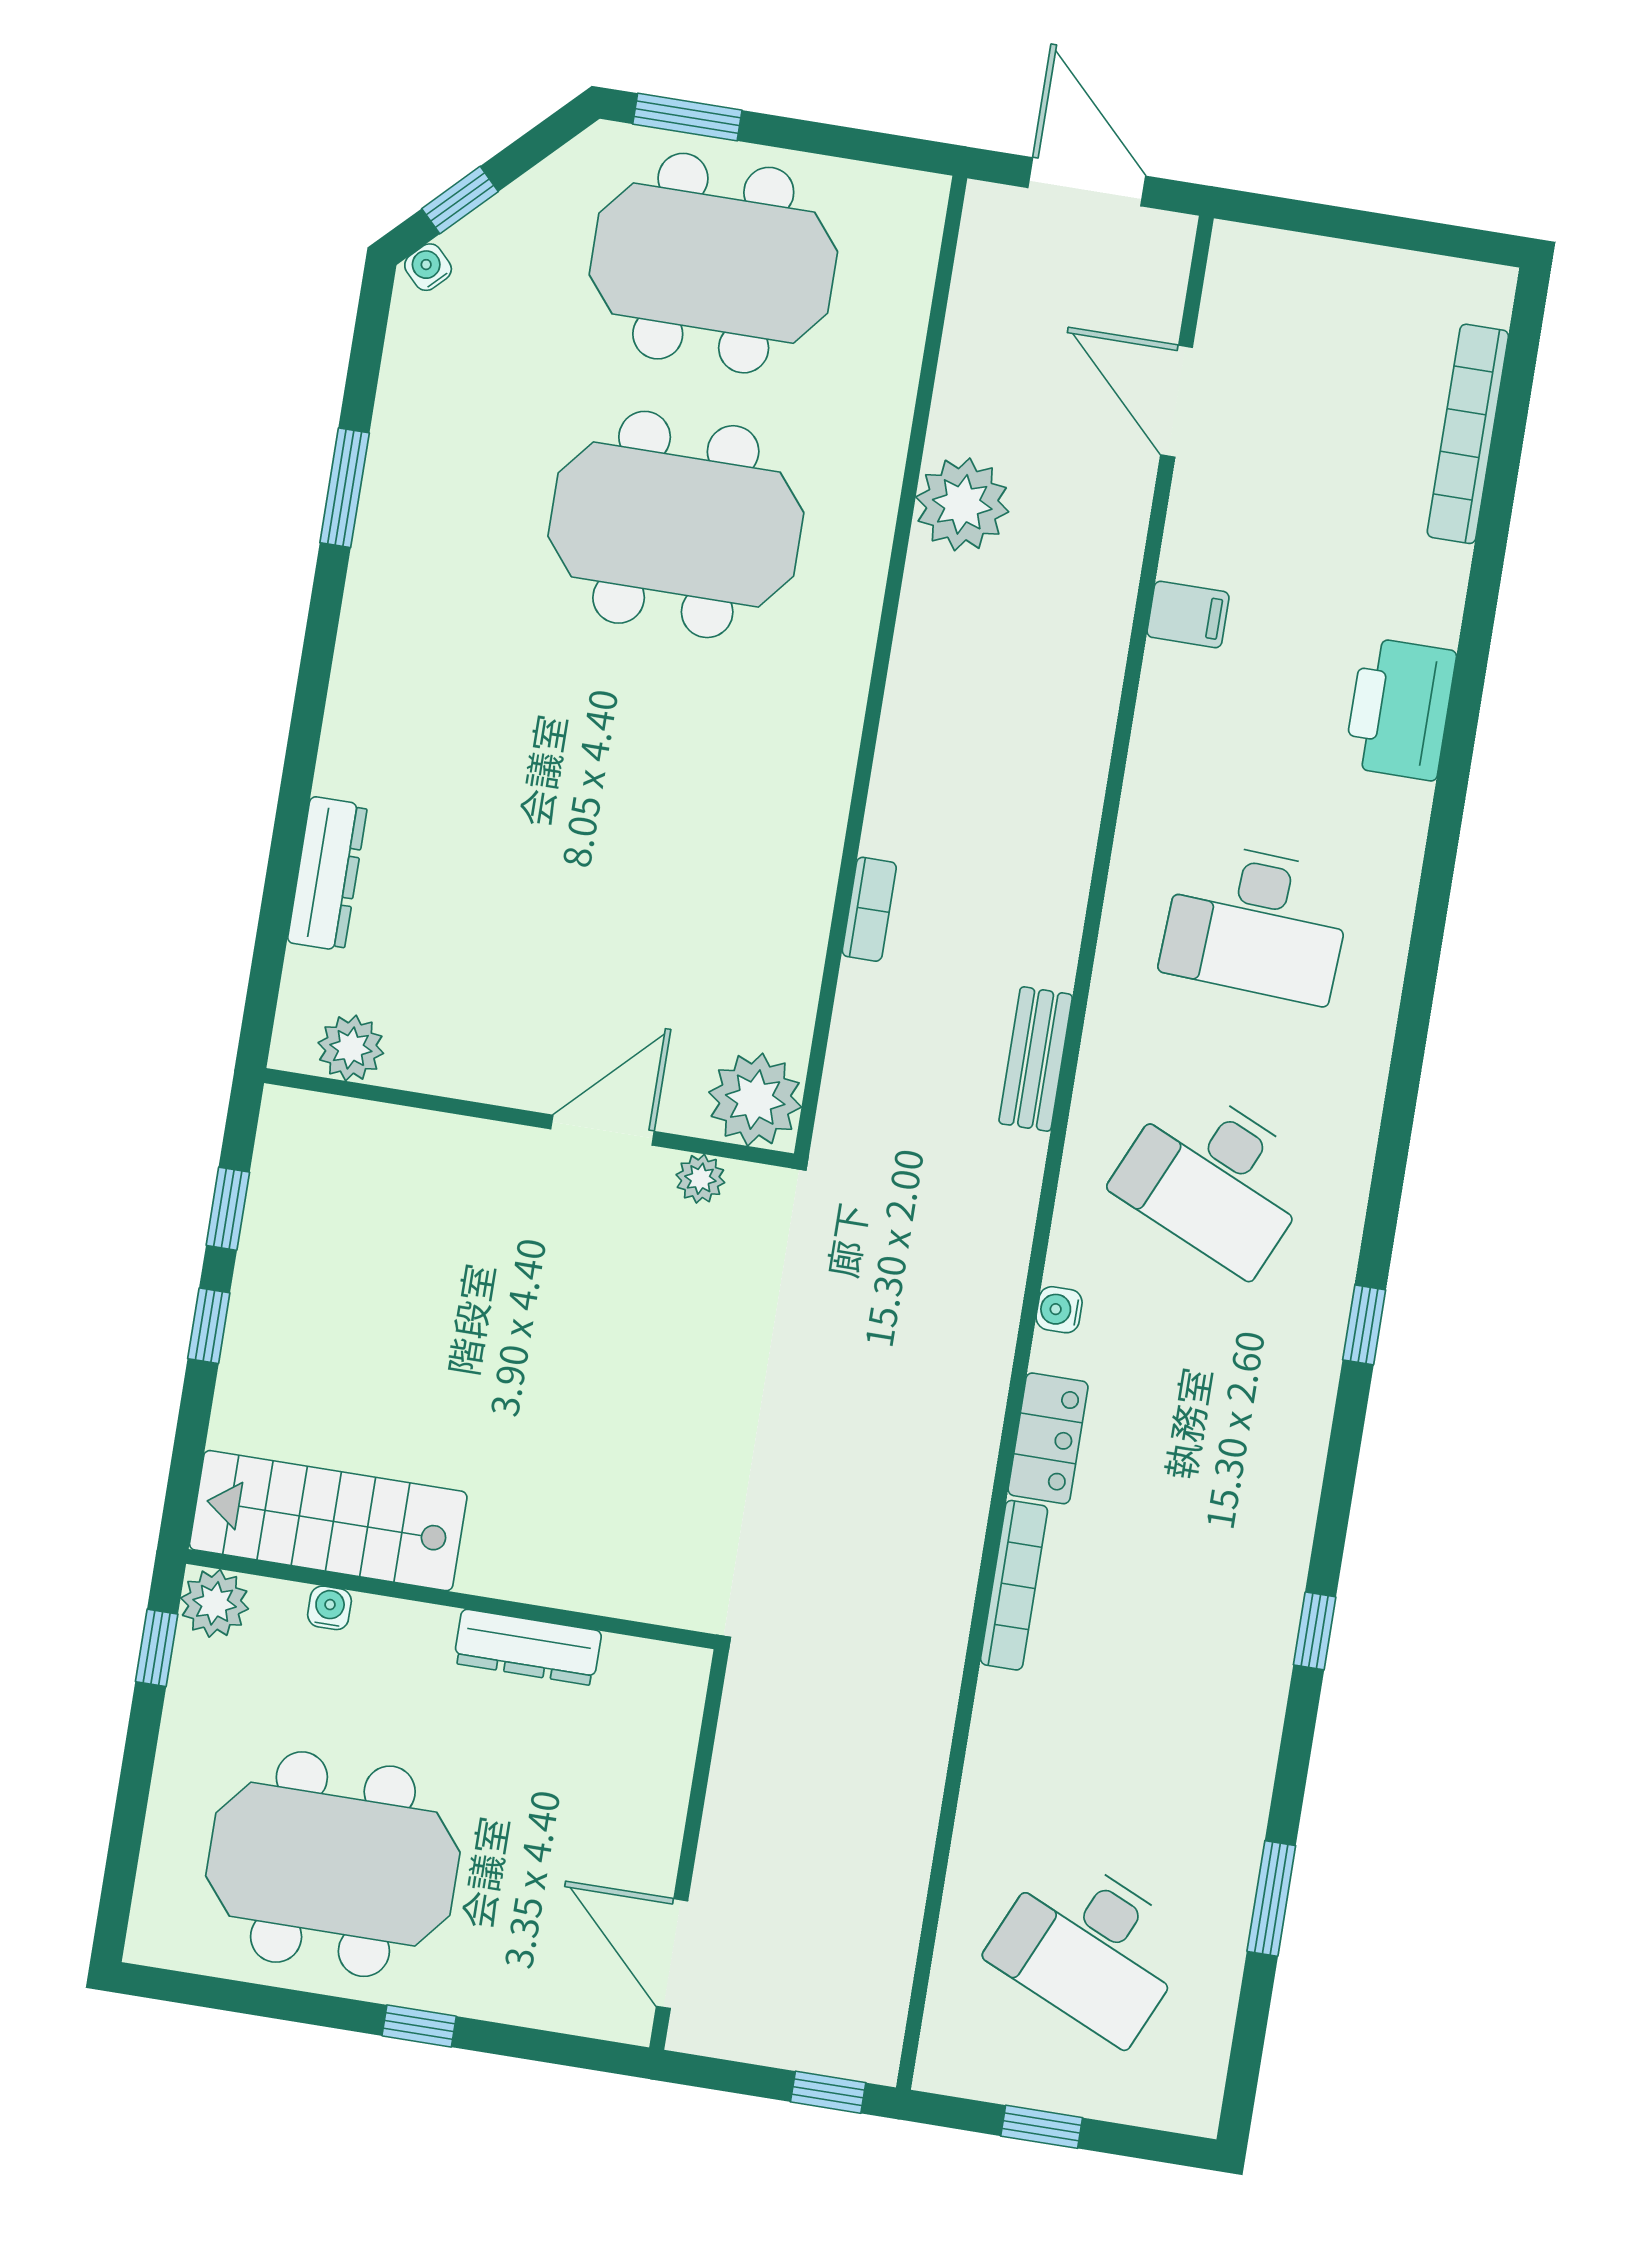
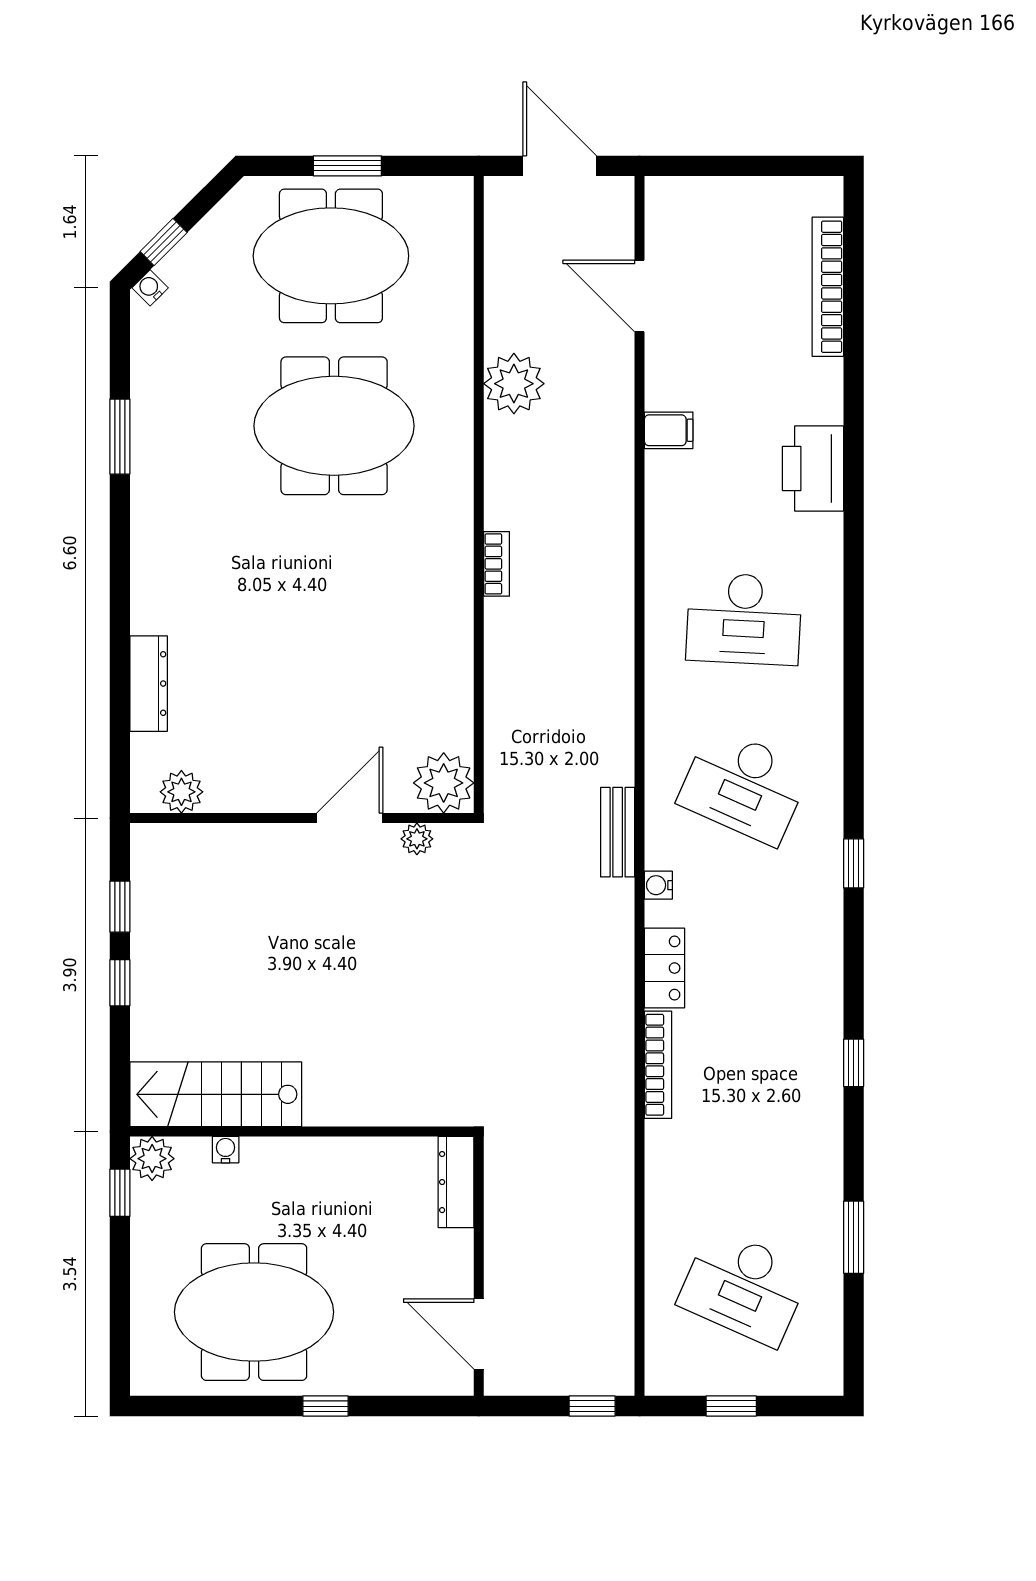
window: (687, 117) -> (347, 166), moved
bookcase: (869, 909) -> (496, 564), moved
bench: (1036, 1059) -> (618, 832), moved
dresser: (528, 1647) -> (456, 1182), moved, turned 90

